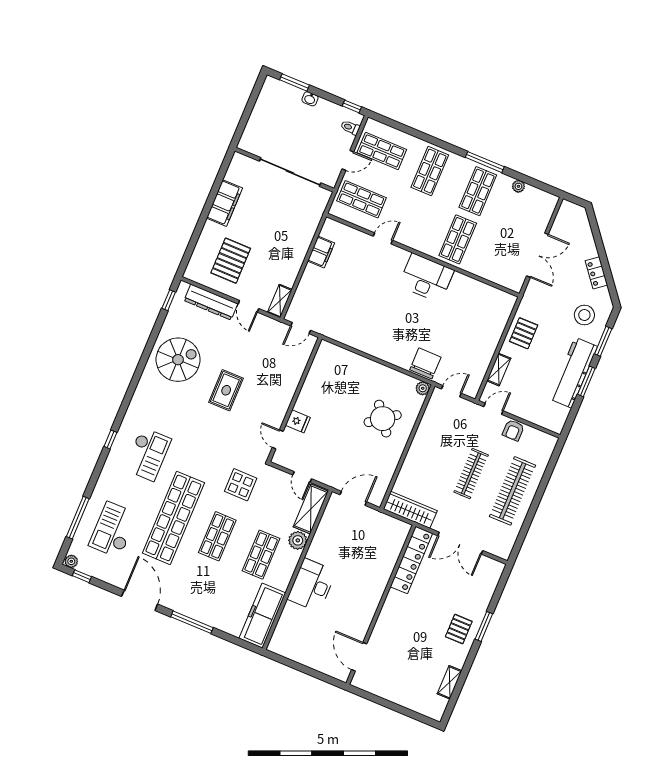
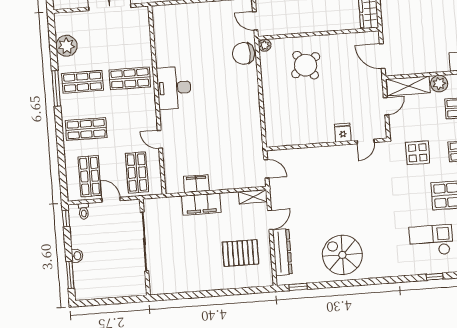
plant: (518, 186) -> (66, 46), width x1.88, depth x1.88
filing cabinet: (225, 203) -> (201, 204), moved, turned 180
rug: (226, 390) -> (347, 203), removed

